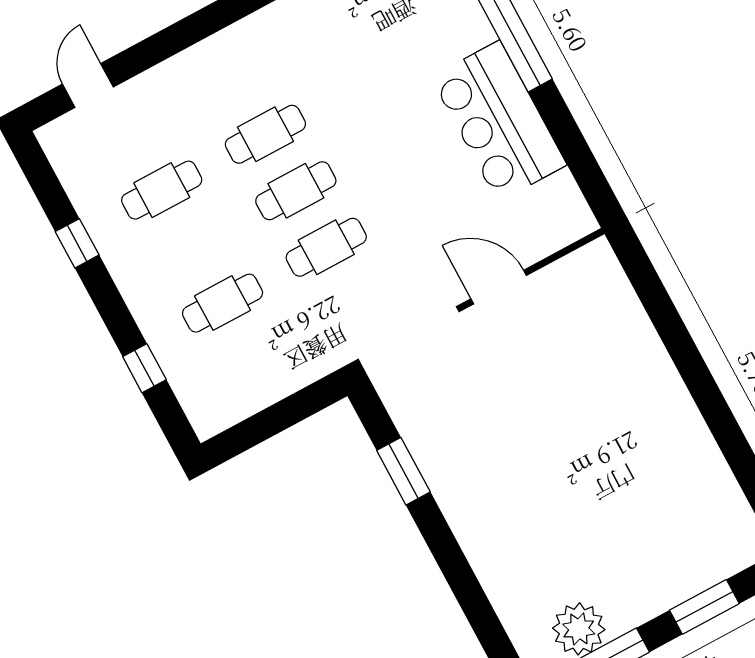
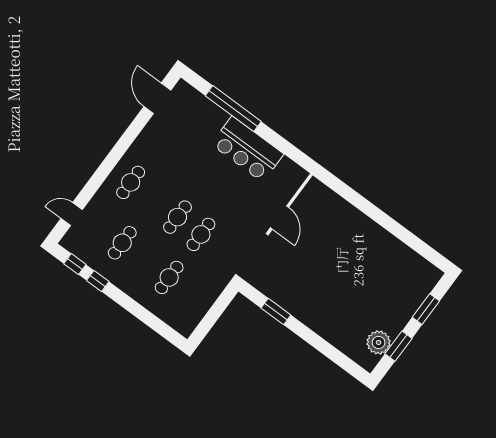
door: (88, 86) -> (72, 214), hinge flipped
cafe table: (265, 134) -> (131, 182), moved
door: (499, 287) -> (279, 217), swing flipped
window: (144, 368) -> (75, 264), moved

